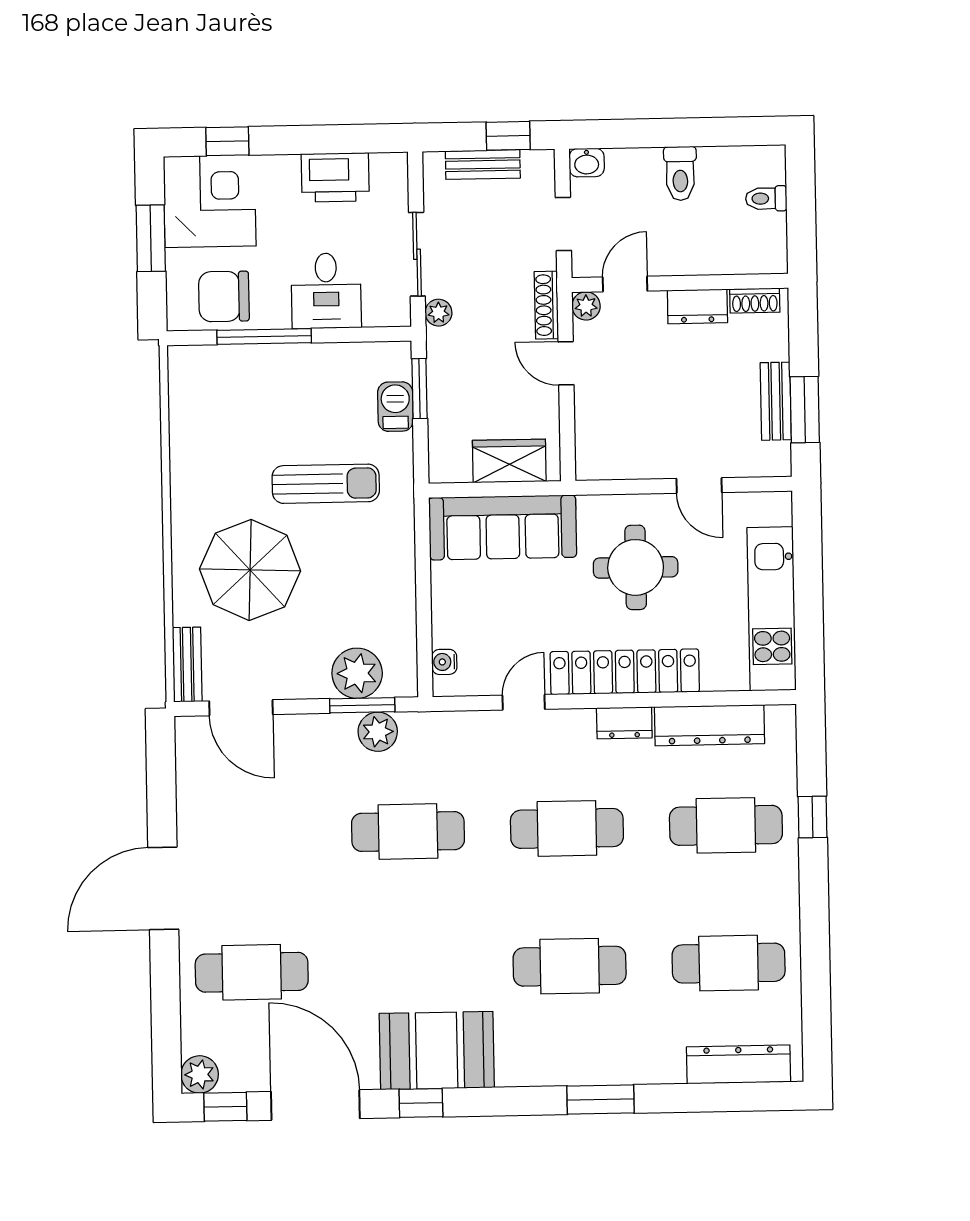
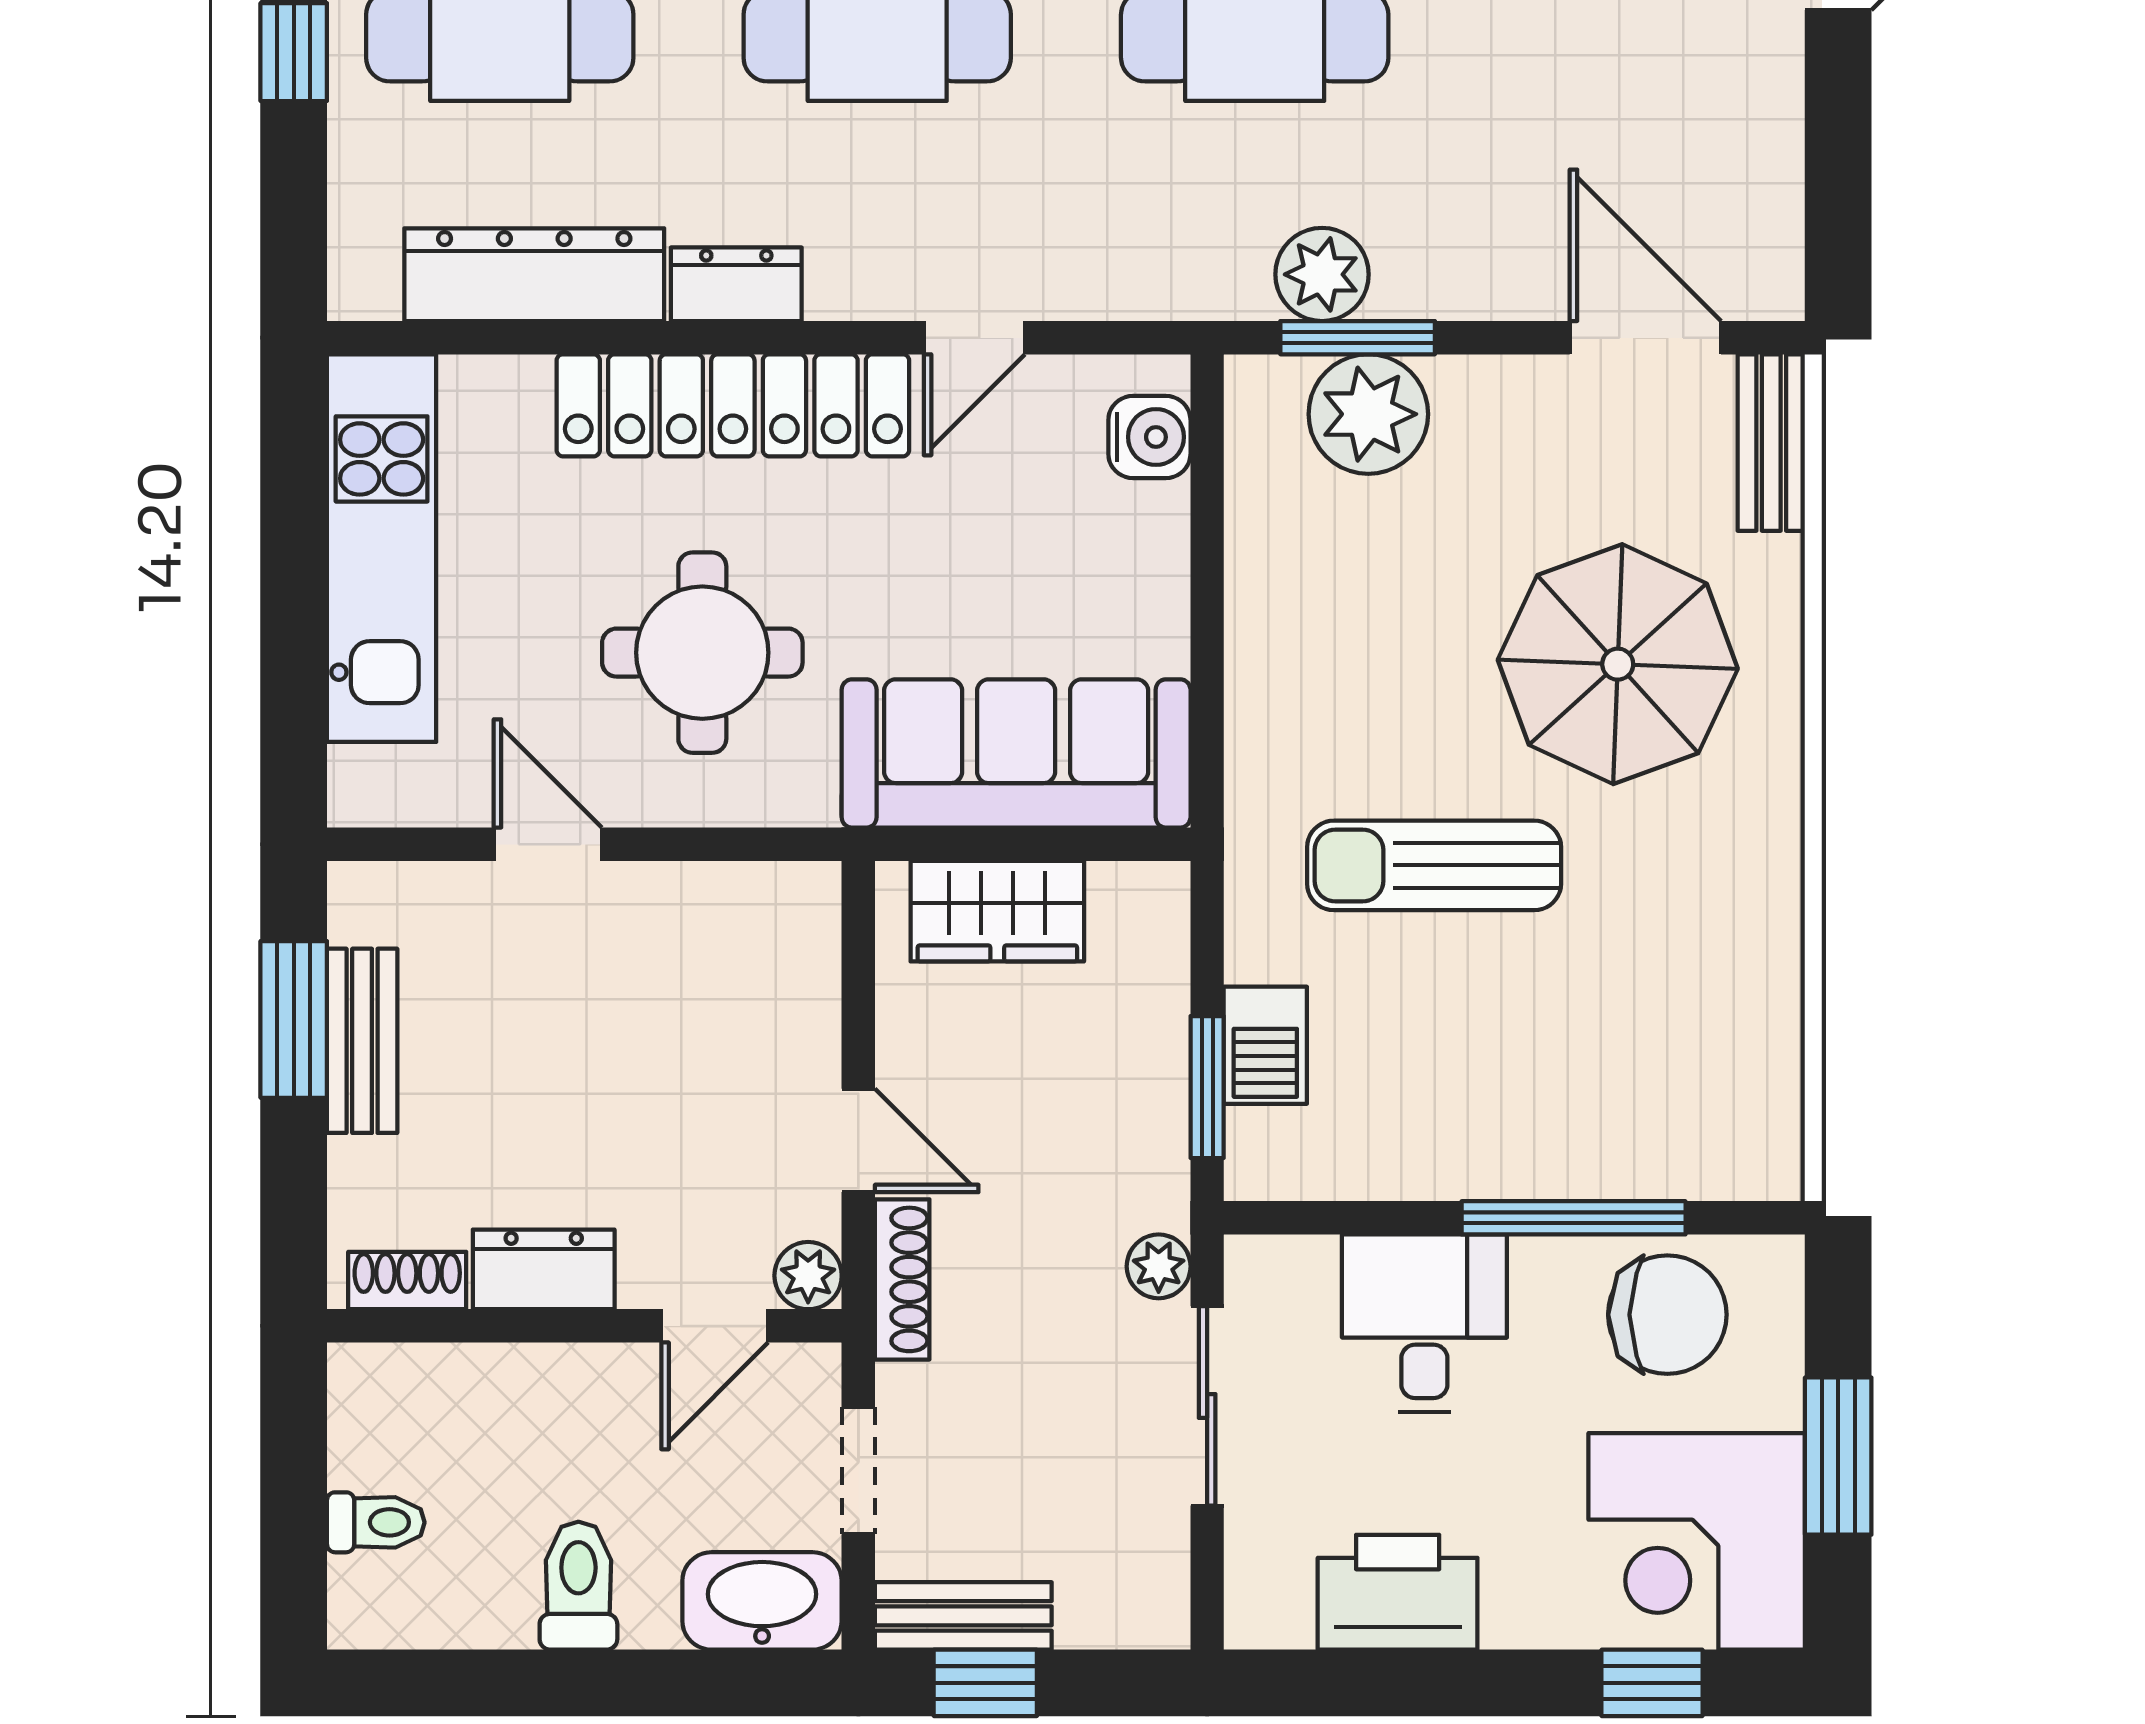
washbasin: (587, 163) -> (762, 1601), width x1.91, depth x1.45
bench: (483, 165) -> (963, 1616), moved
water cooler: (444, 662) -> (1149, 437), width x1.38, depth x1.38

